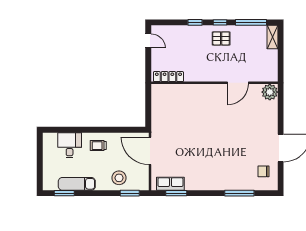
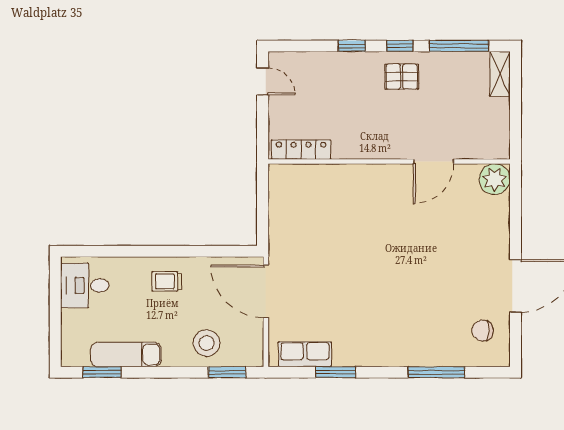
desk: (70, 145) -> (85, 285), moved, turned -90
window: (176, 193) -> (336, 372), moved

